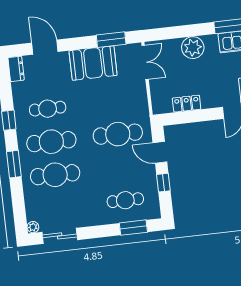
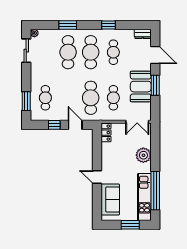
window: (111, 40) -> (155, 85), moved
door: (45, 47) -> (155, 55), hinge flipped
cafe table: (114, 101) -> (113, 98), added
locker: (187, 104) -> (106, 133), moved
door: (160, 152) -> (75, 125), hinge flipped
window: (14, 164) -> (68, 25), moved

